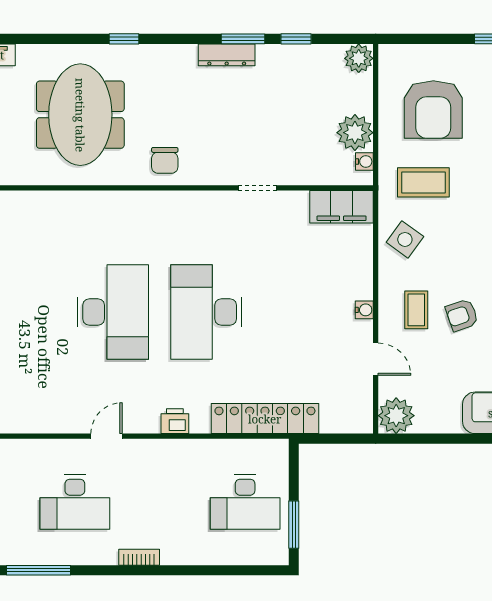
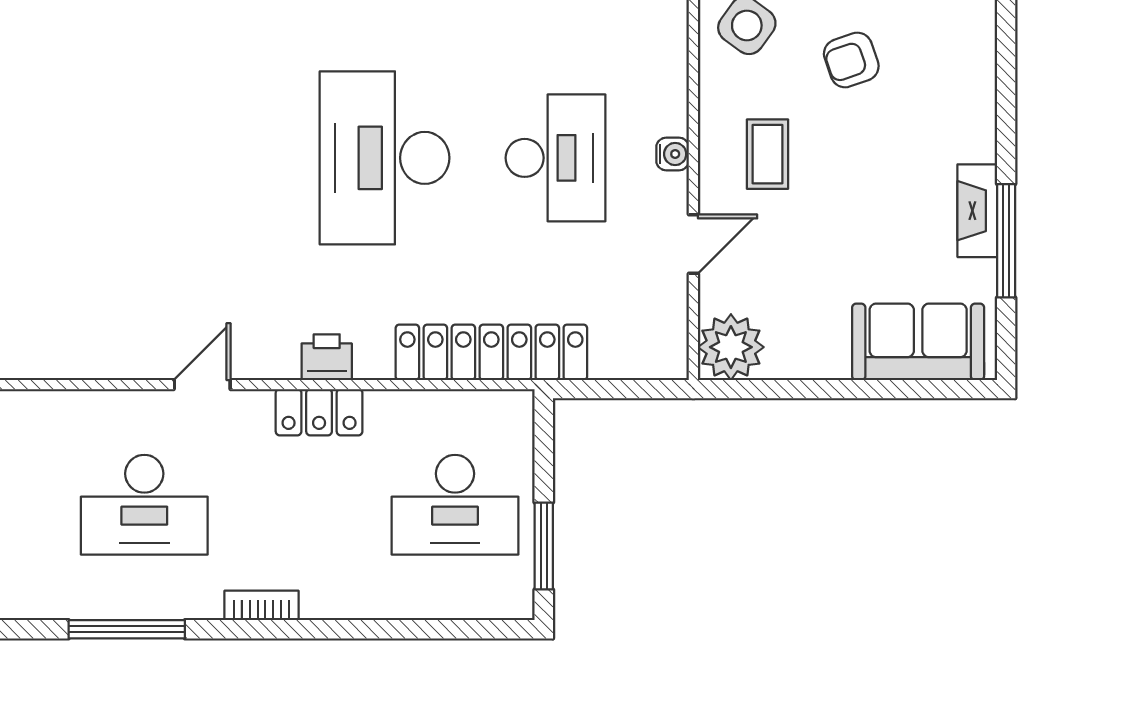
desk: (113, 312) -> (556, 158), moved, width x0.73, depth x0.77
armchair: (462, 315) -> (851, 60), moved
door: (376, 359) -> (693, 244), hinge flipped
locker: (171, 451) -> (319, 412), added
window: (38, 570) -> (127, 629), moved

